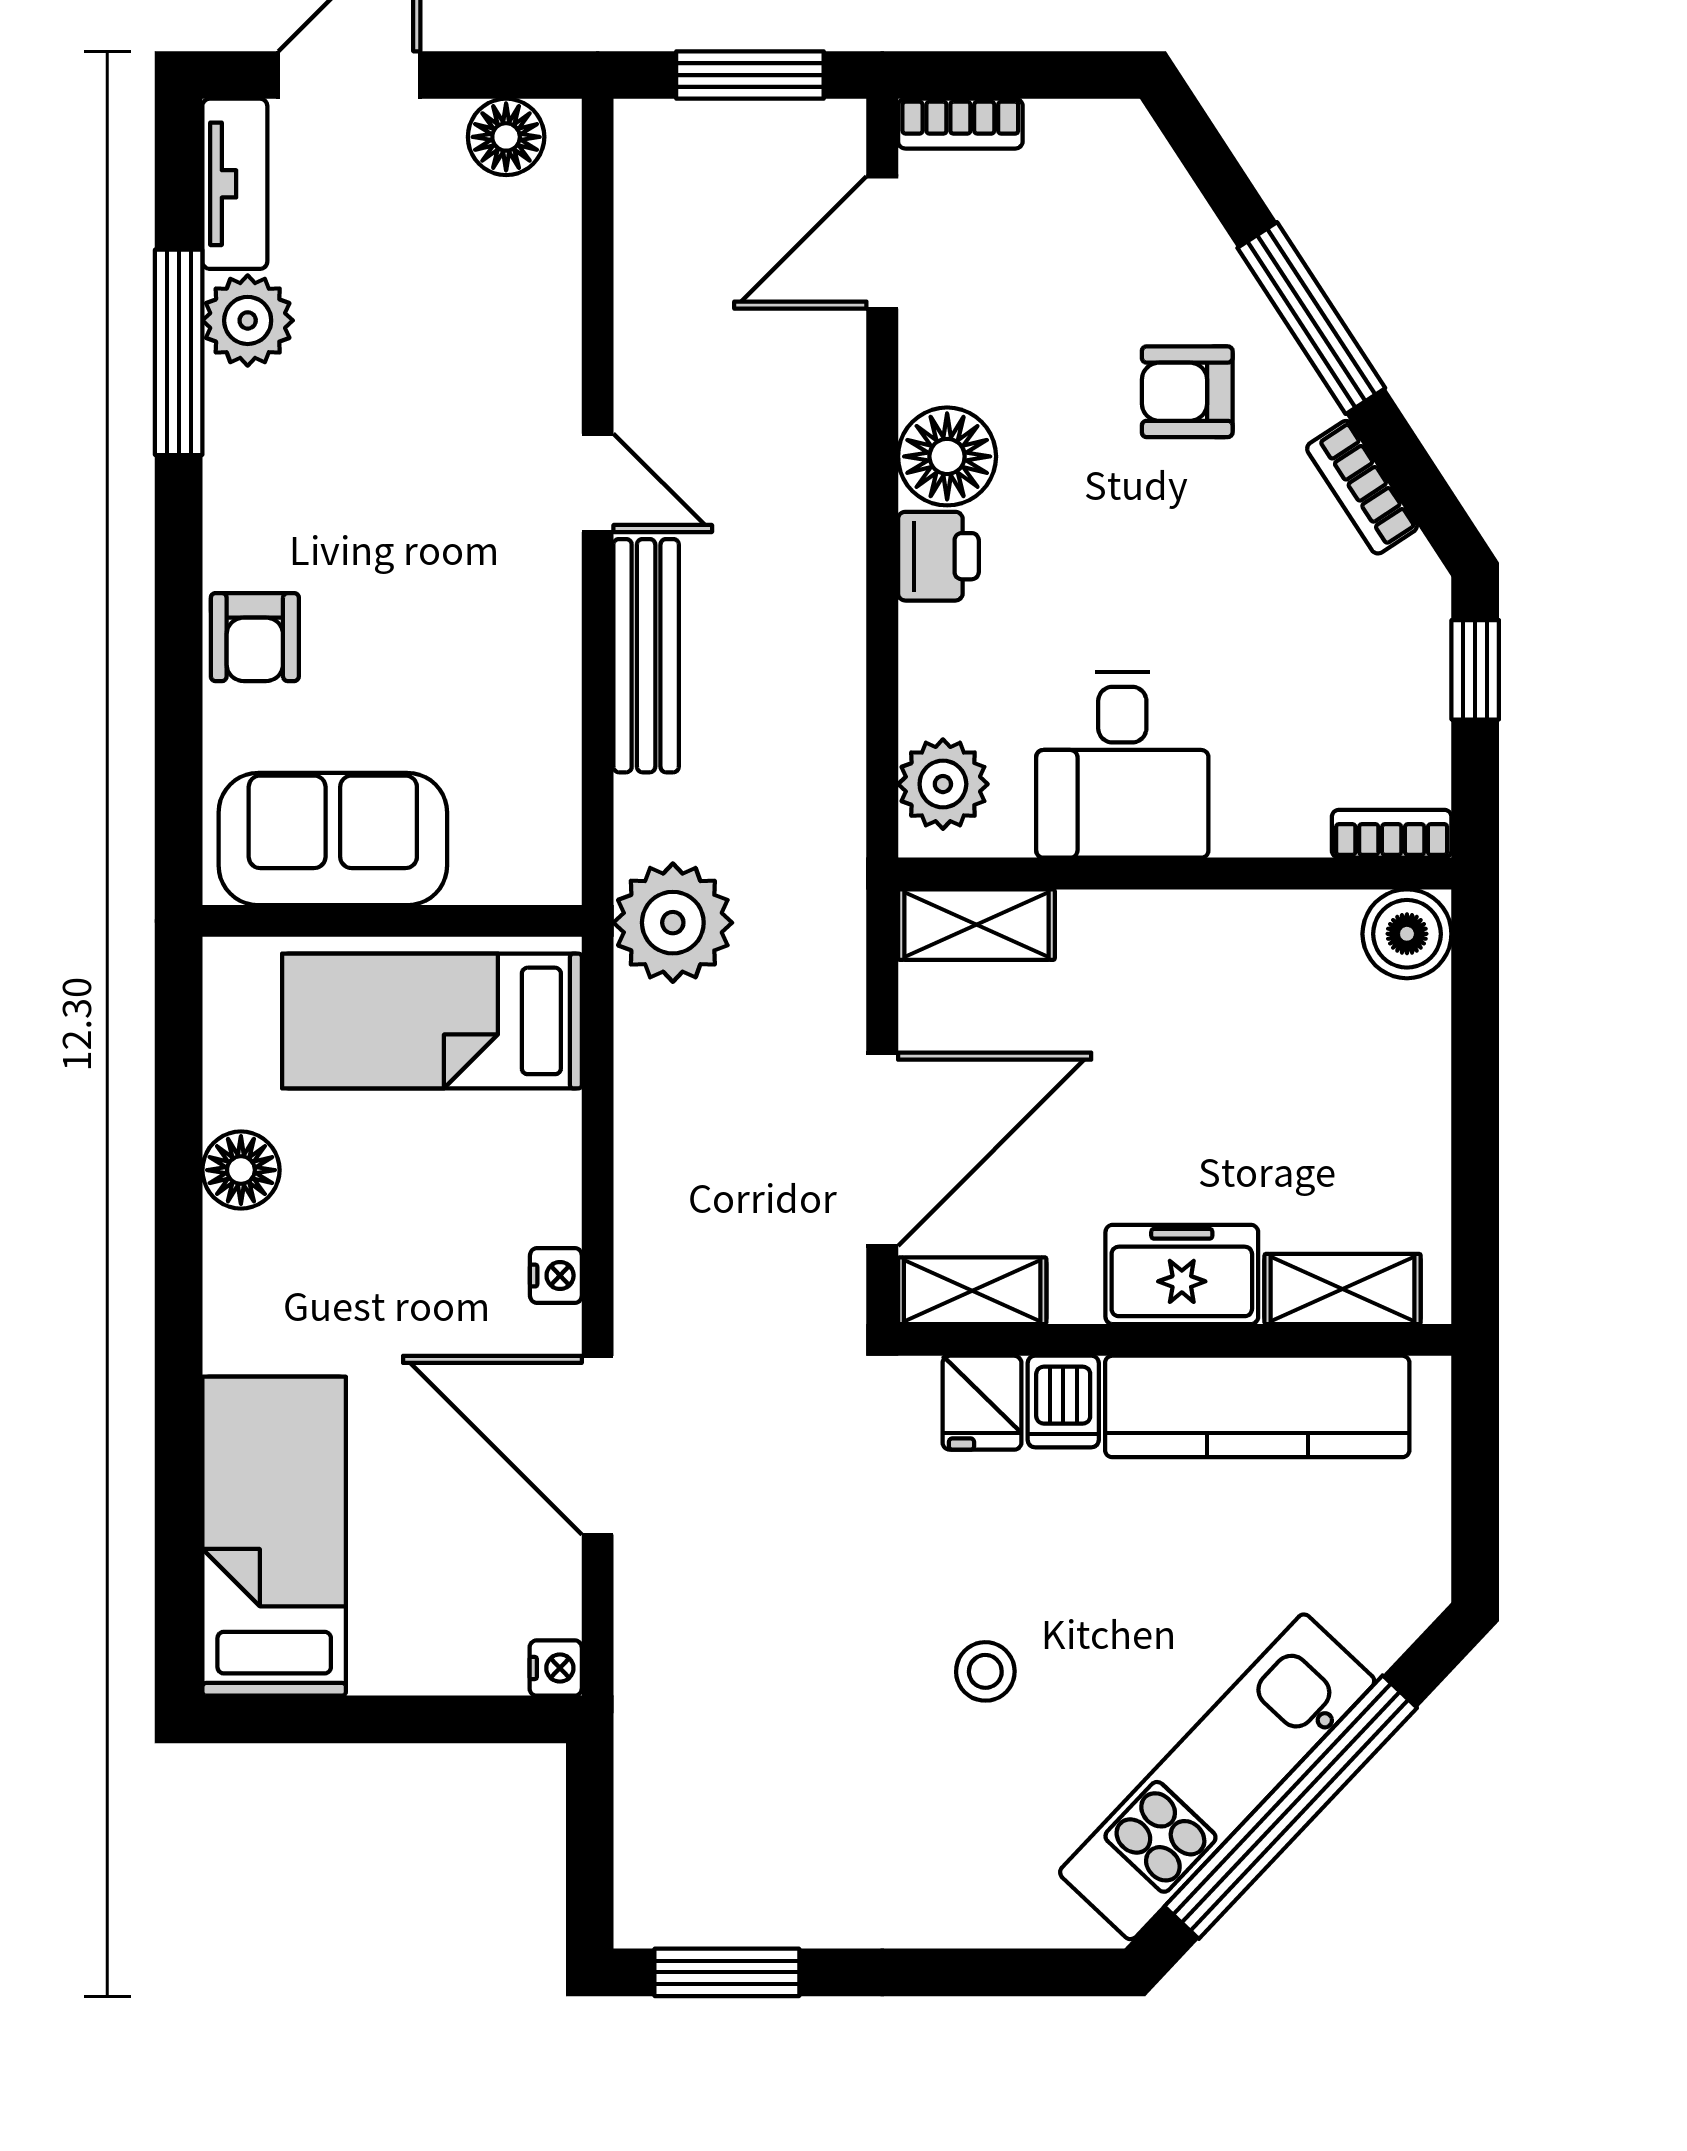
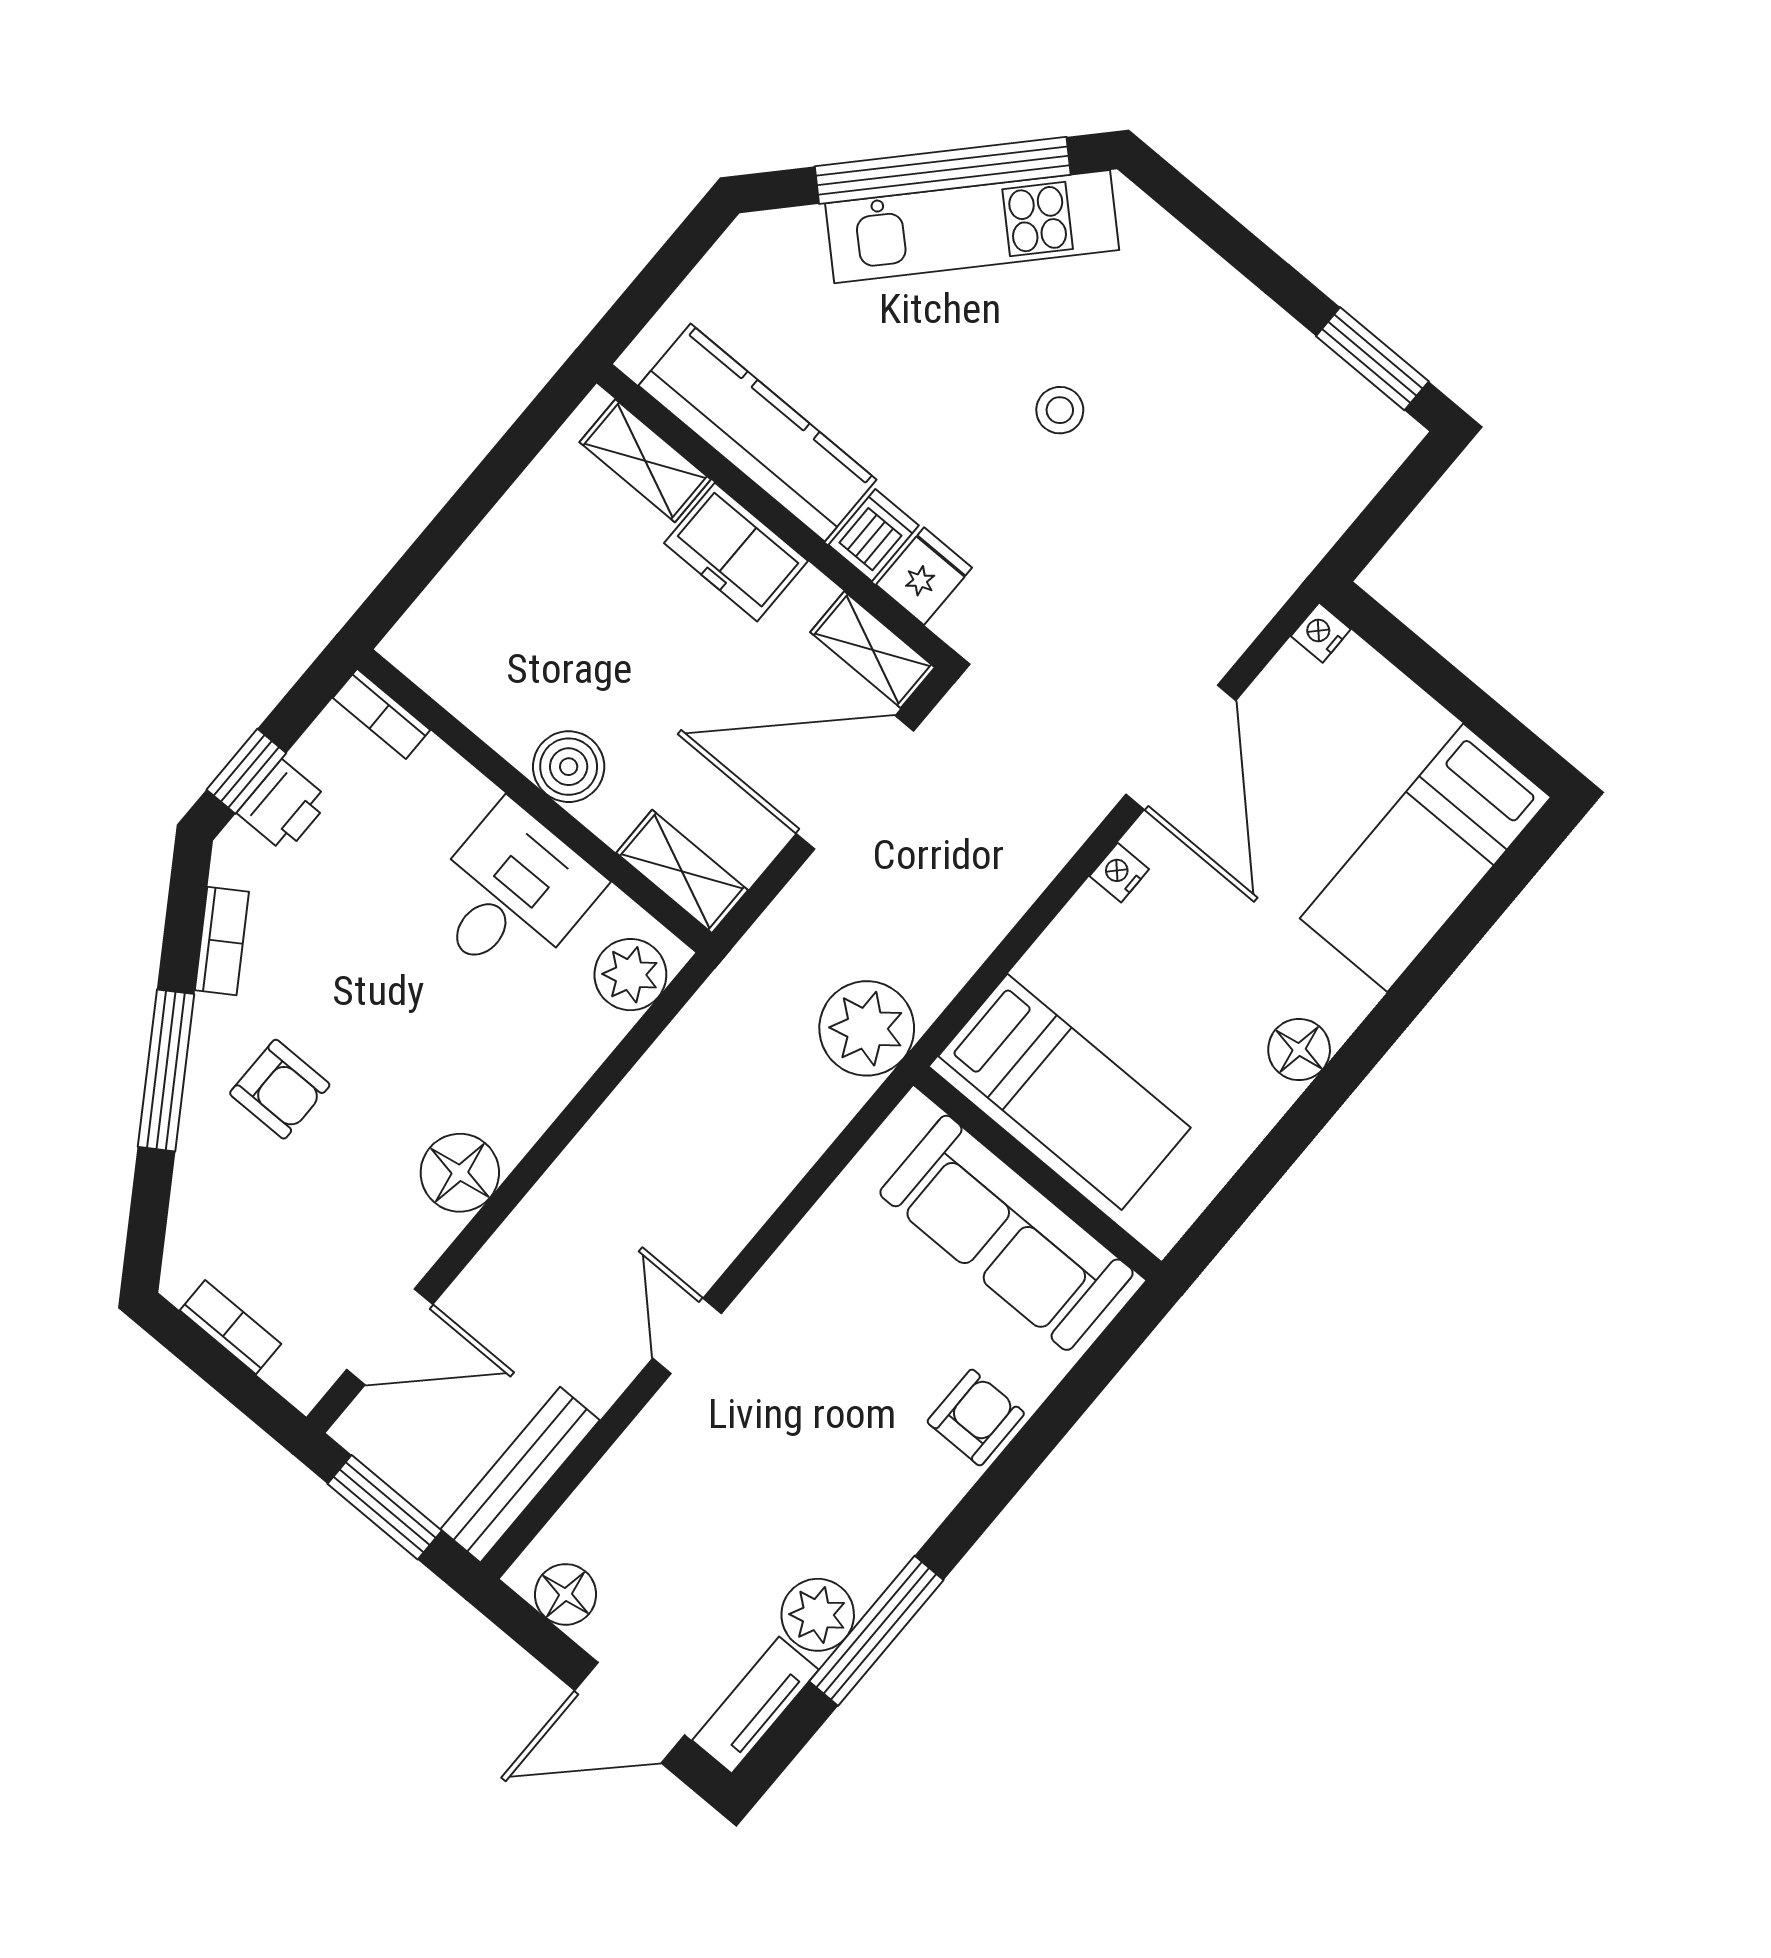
bookcase: (960, 124) -> (230, 1327), moved
printer: (938, 556) -> (284, 806), moved, turned 180
bench: (646, 656) -> (520, 1475), moved
sofa: (333, 839) -> (1007, 1233), width x1.36
boiler: (1407, 934) -> (569, 767), moved
floor lamp: (241, 1170) -> (1299, 1050), moved

